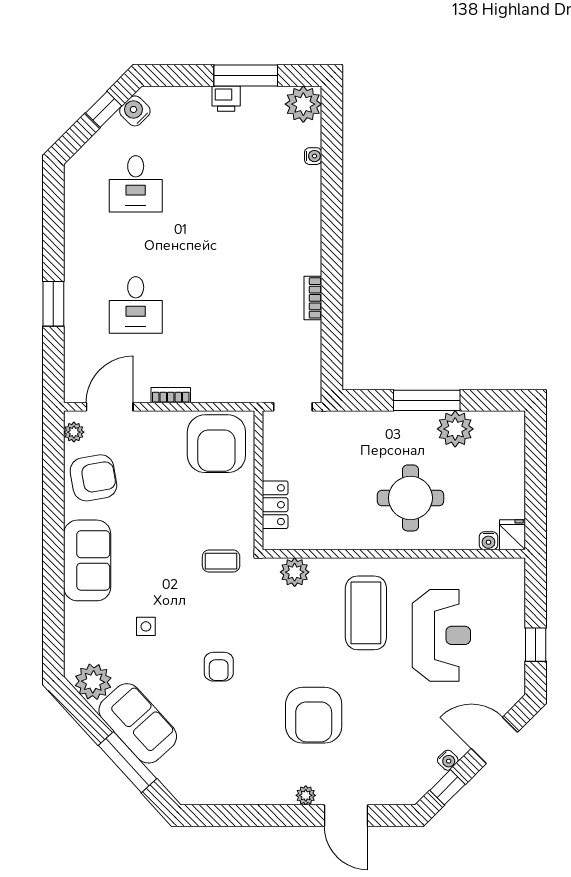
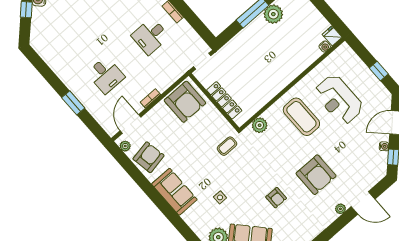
desk: (136, 184) -> (150, 36), moved, turned 90
round table: (410, 498) -> (280, 56), removed
locker: (275, 505) -> (224, 100), width x1.53
reception desk: (441, 635) -> (339, 100), turned 180
armchair: (219, 667) -> (276, 198), moved

